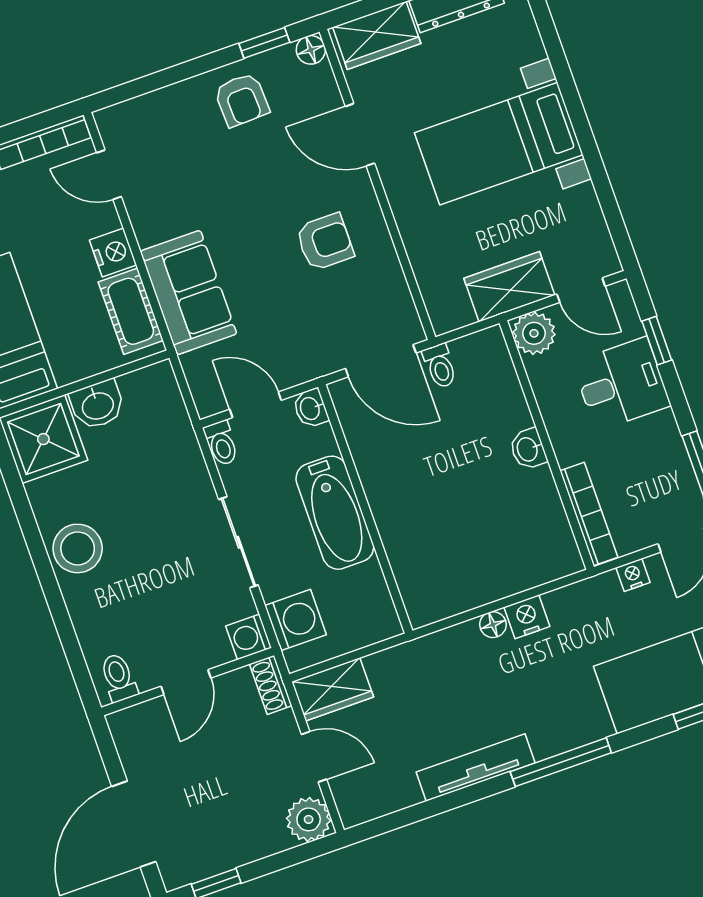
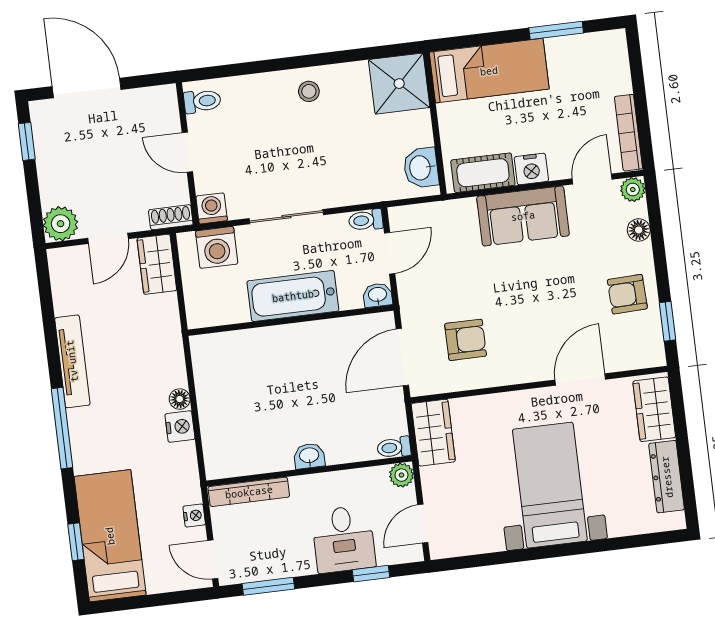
floor lamp: (311, 50) -> (639, 230), moved
plant: (111, 122) -> (633, 190), added
armchair: (325, 242) -> (466, 340), moved, turned -90
wardrobe: (509, 287) -> (433, 433), moved
sofa: (188, 293) -> (523, 216), moved
plant: (534, 333) -> (401, 475), width x0.73, depth x0.73
toilet: (440, 366) -> (394, 447), moved
washbasin: (97, 405) -> (421, 168), moved
stool: (78, 548) -> (309, 91), width x0.53, depth x0.53

